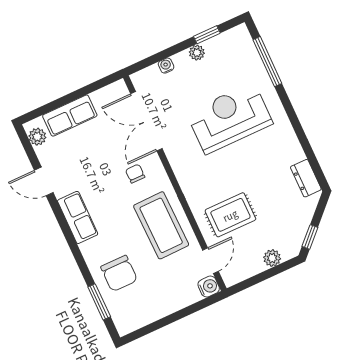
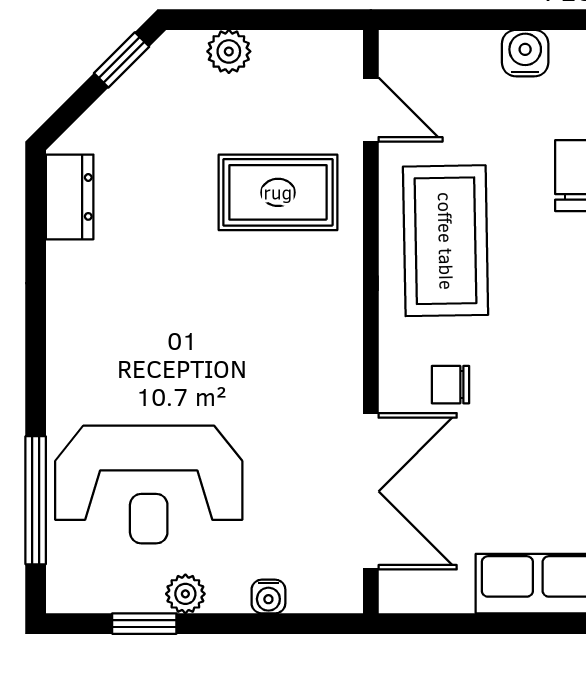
reception desk: (230, 118) -> (149, 485), moved
chair: (135, 174) -> (451, 385), turned 90
door: (210, 261) -> (371, 110), swing flipped
water cooler: (209, 287) -> (525, 53), moved, turned 90

